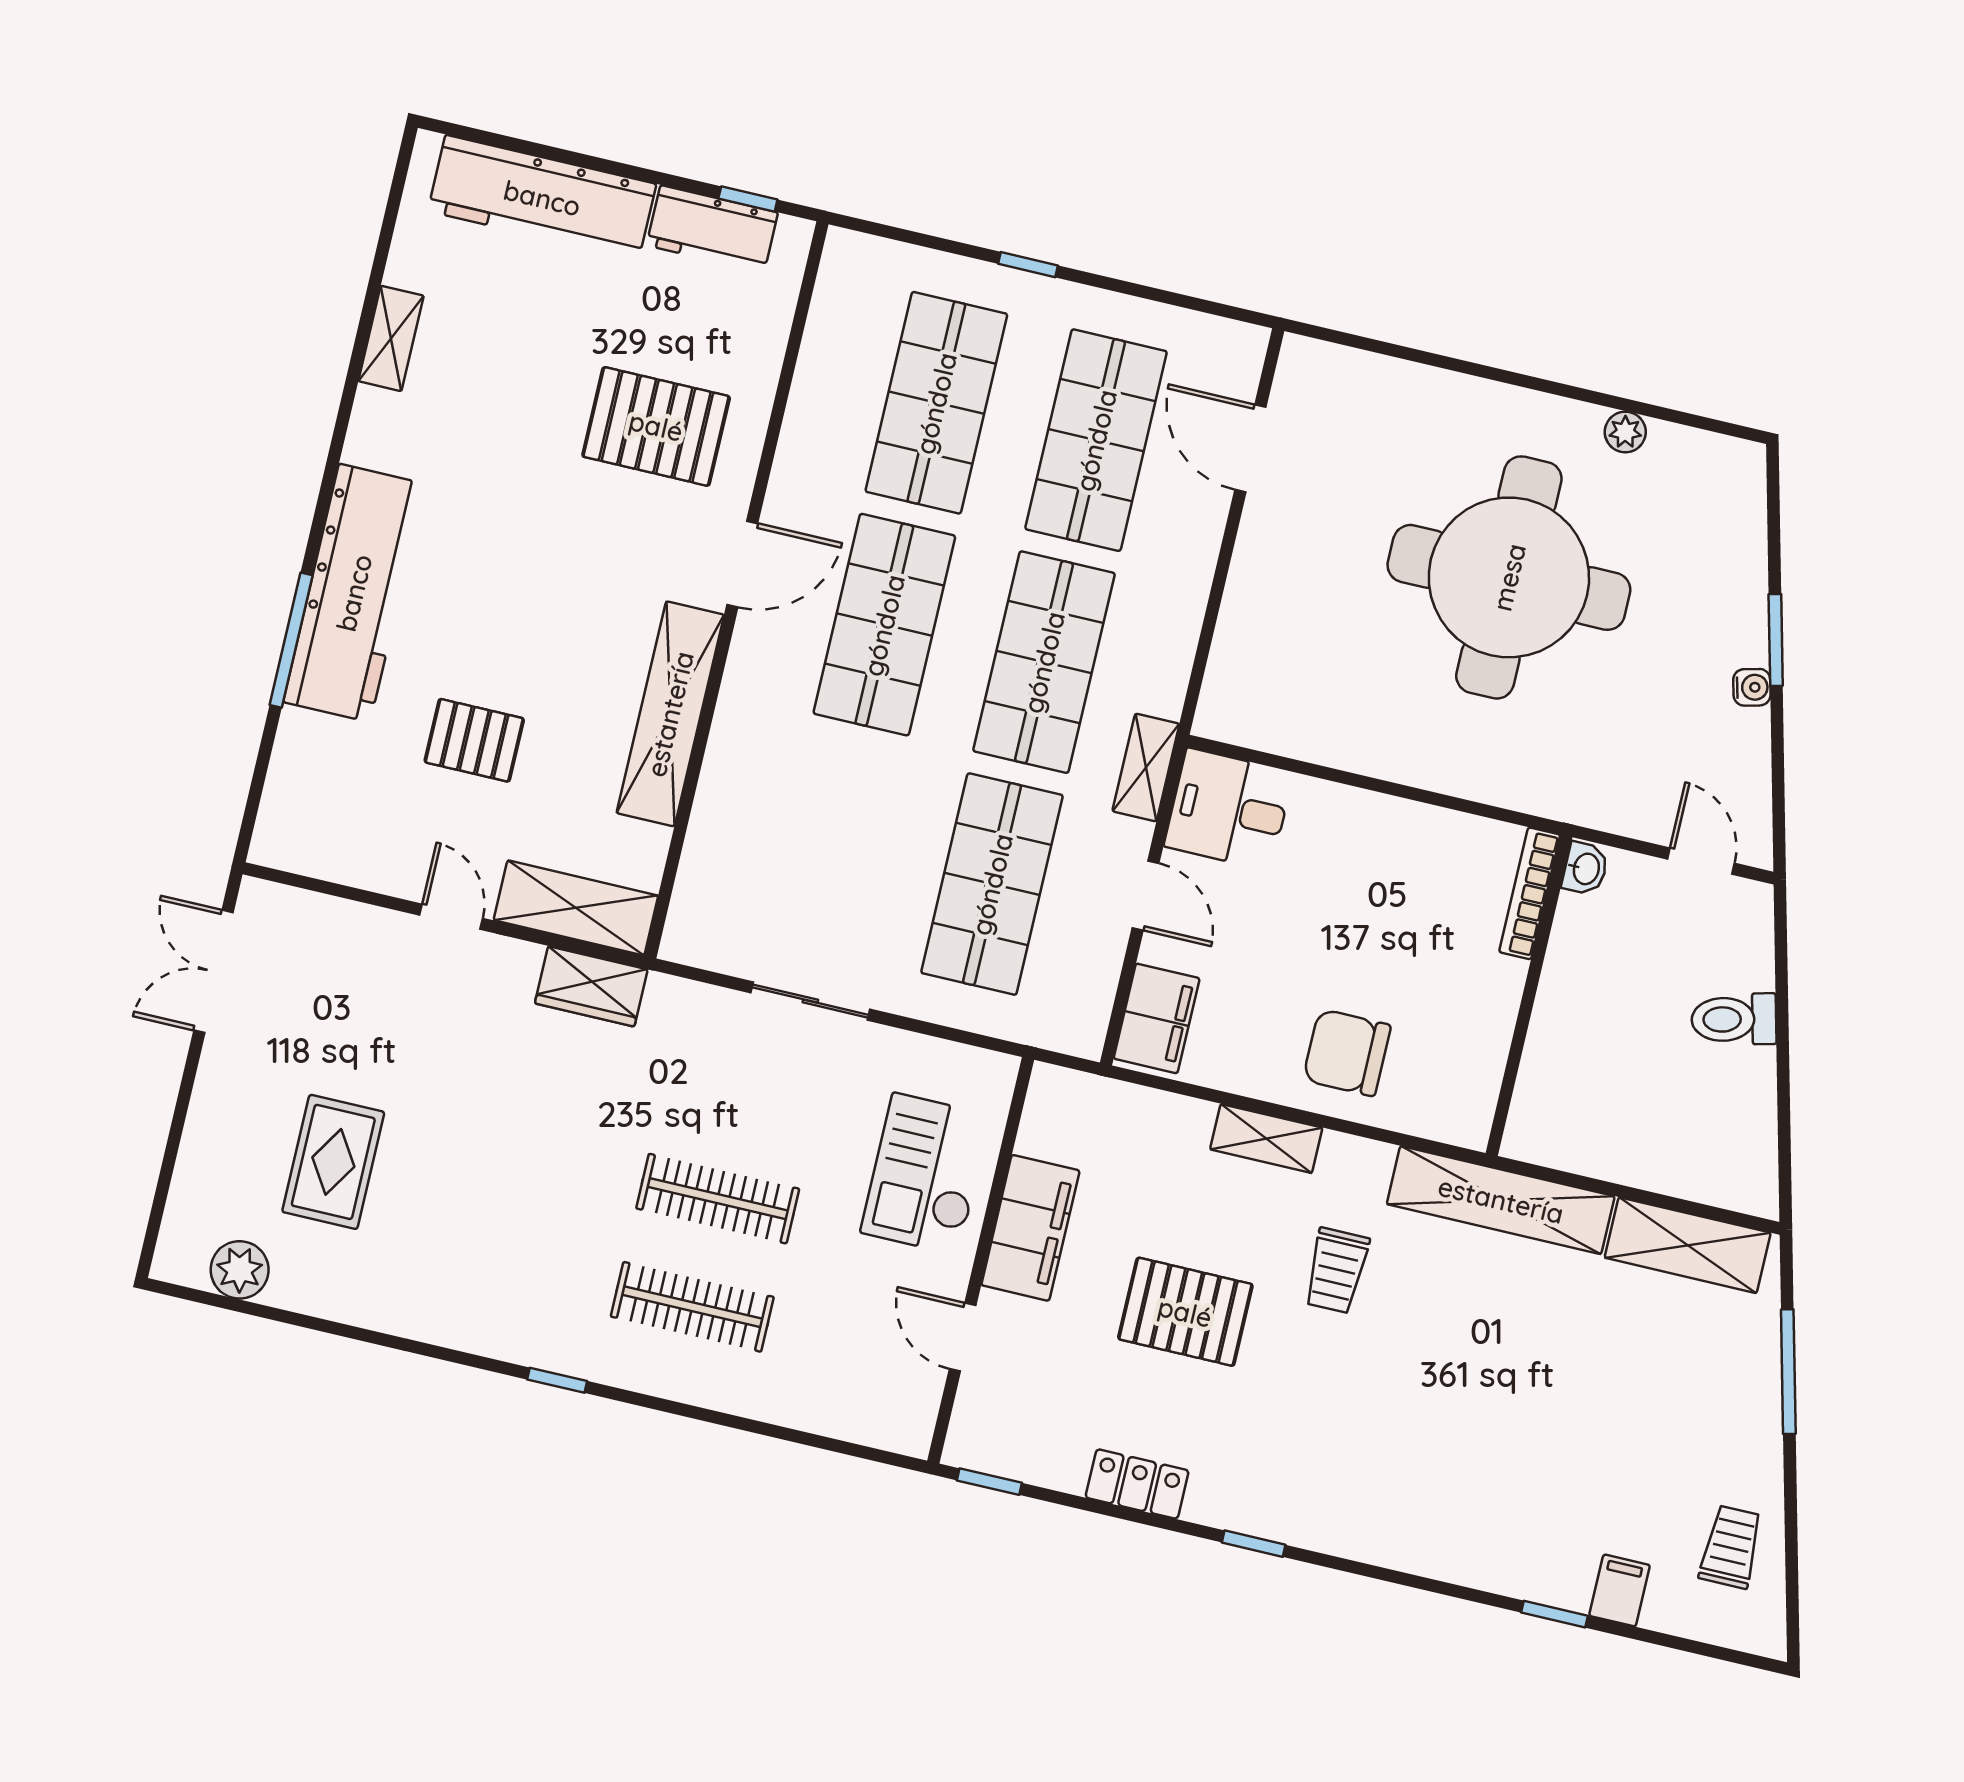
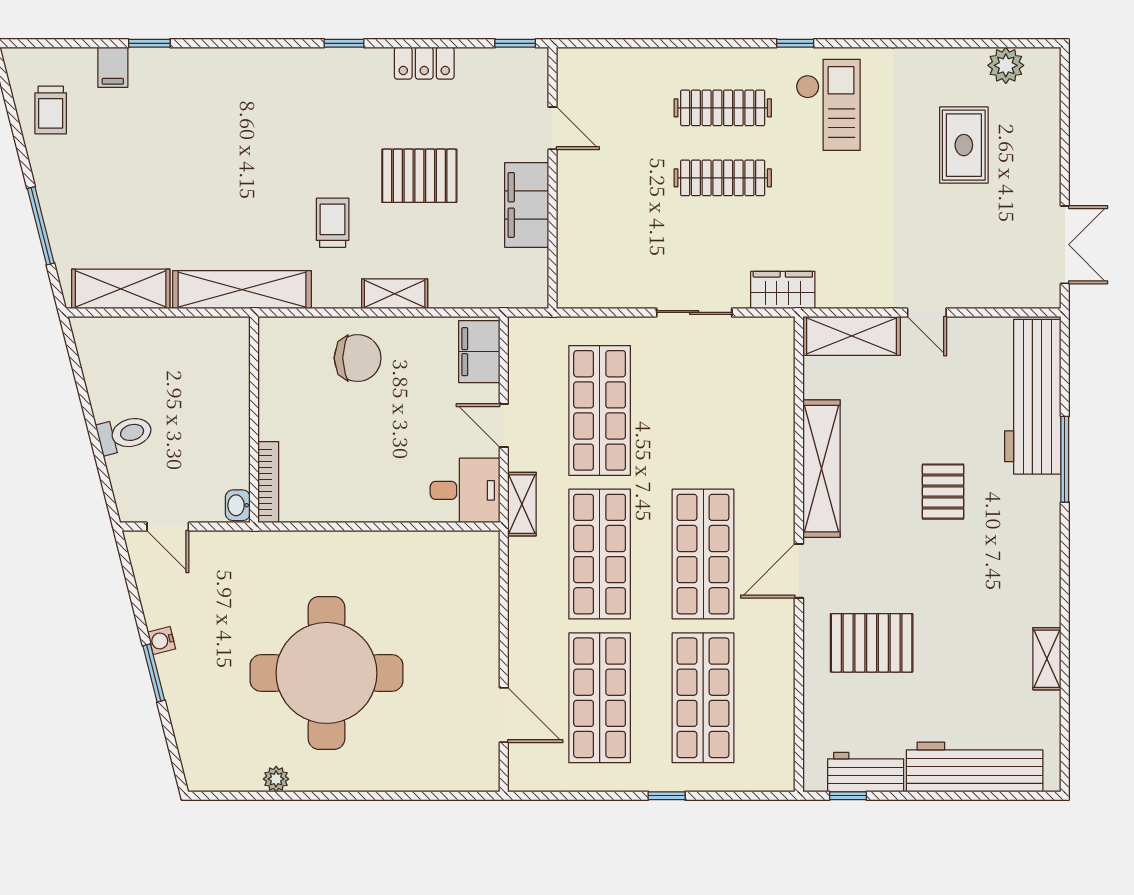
workbench: (354, 593) -> (1033, 397), moved
pallet: (474, 740) -> (943, 492), moved, turned 90
wardrobe: (591, 986) -> (783, 290), moved
checkout: (926, 1174) -> (828, 105), moved

